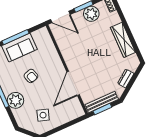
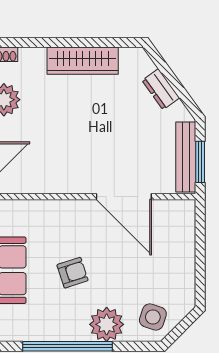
side table: (43, 115) -> (153, 317), moved

